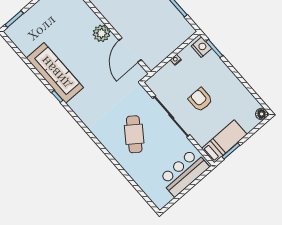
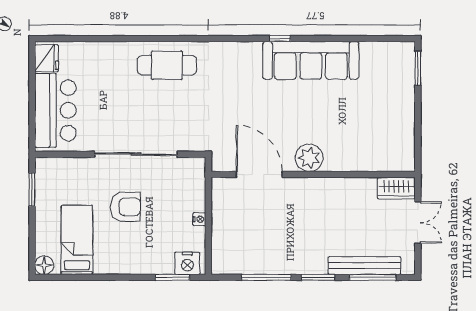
cafe table: (134, 134) -> (167, 65), moved, turned -36
bed: (224, 141) -> (77, 240), moved, turned 180
fridge: (163, 198) -> (47, 58), added

